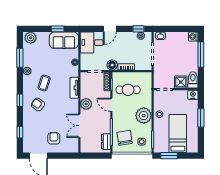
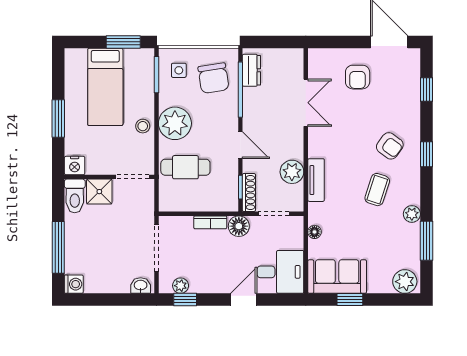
cafe table: (128, 90) -> (185, 167), moved
plant: (86, 104) -> (292, 172), moved

